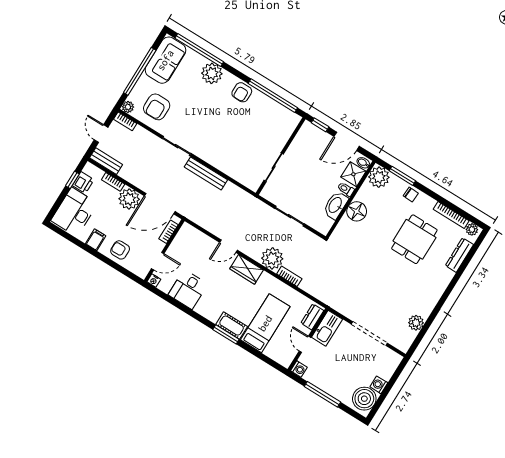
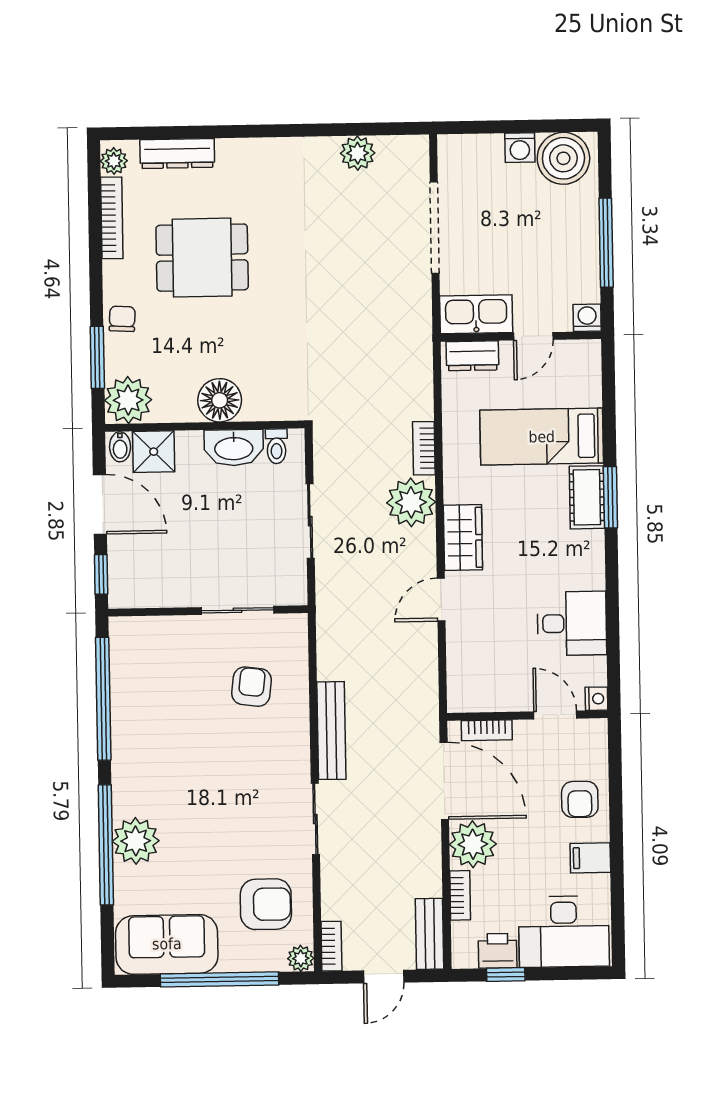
window: (199, 50) -> (106, 845), moved
armchair: (242, 92) -> (252, 687), moved, turned -83
toilet: (346, 189) -> (276, 446), moved
door: (228, 246) -> (441, 600), swing flipped

